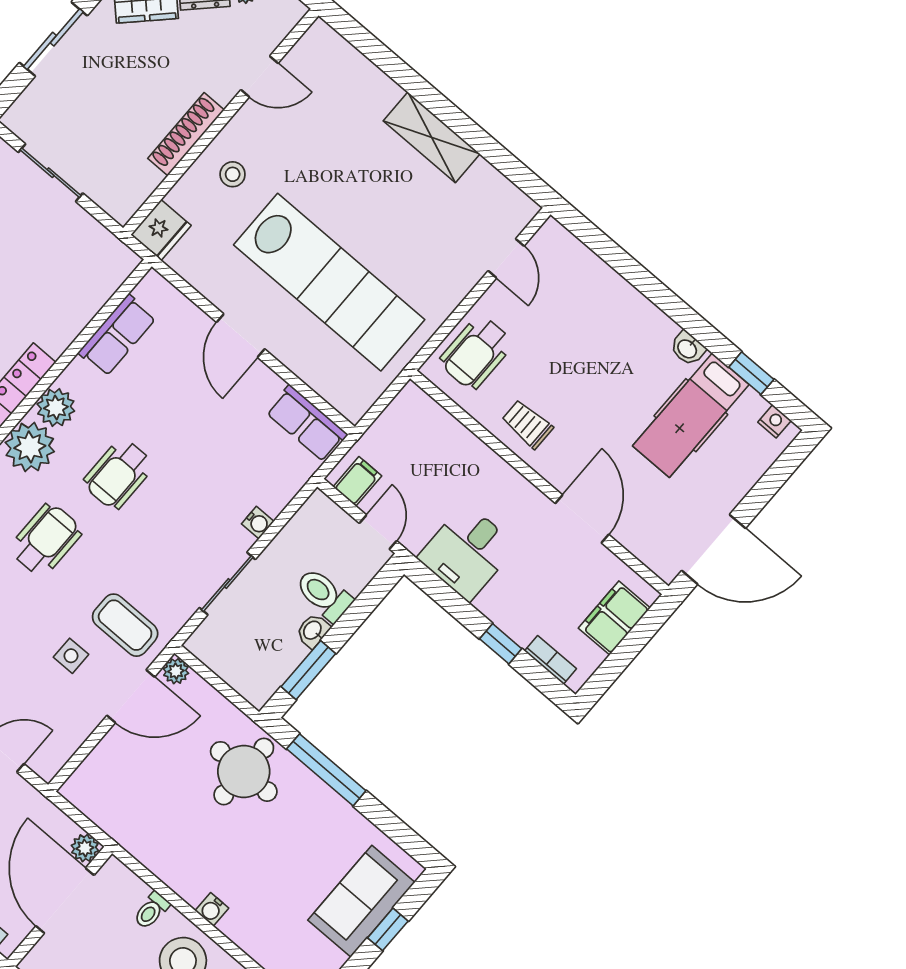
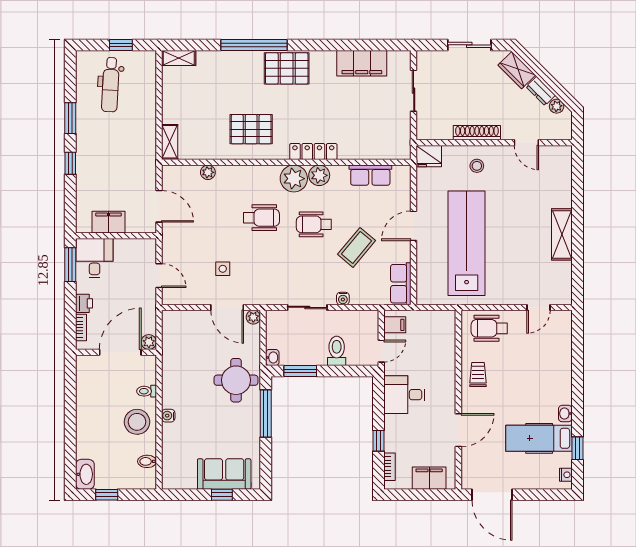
lab bench: (329, 282) -> (467, 243), turned 180
coffee table: (125, 625) -> (357, 247), moved, turned 40
washbasin: (313, 631) -> (272, 358), moved, turned 90

